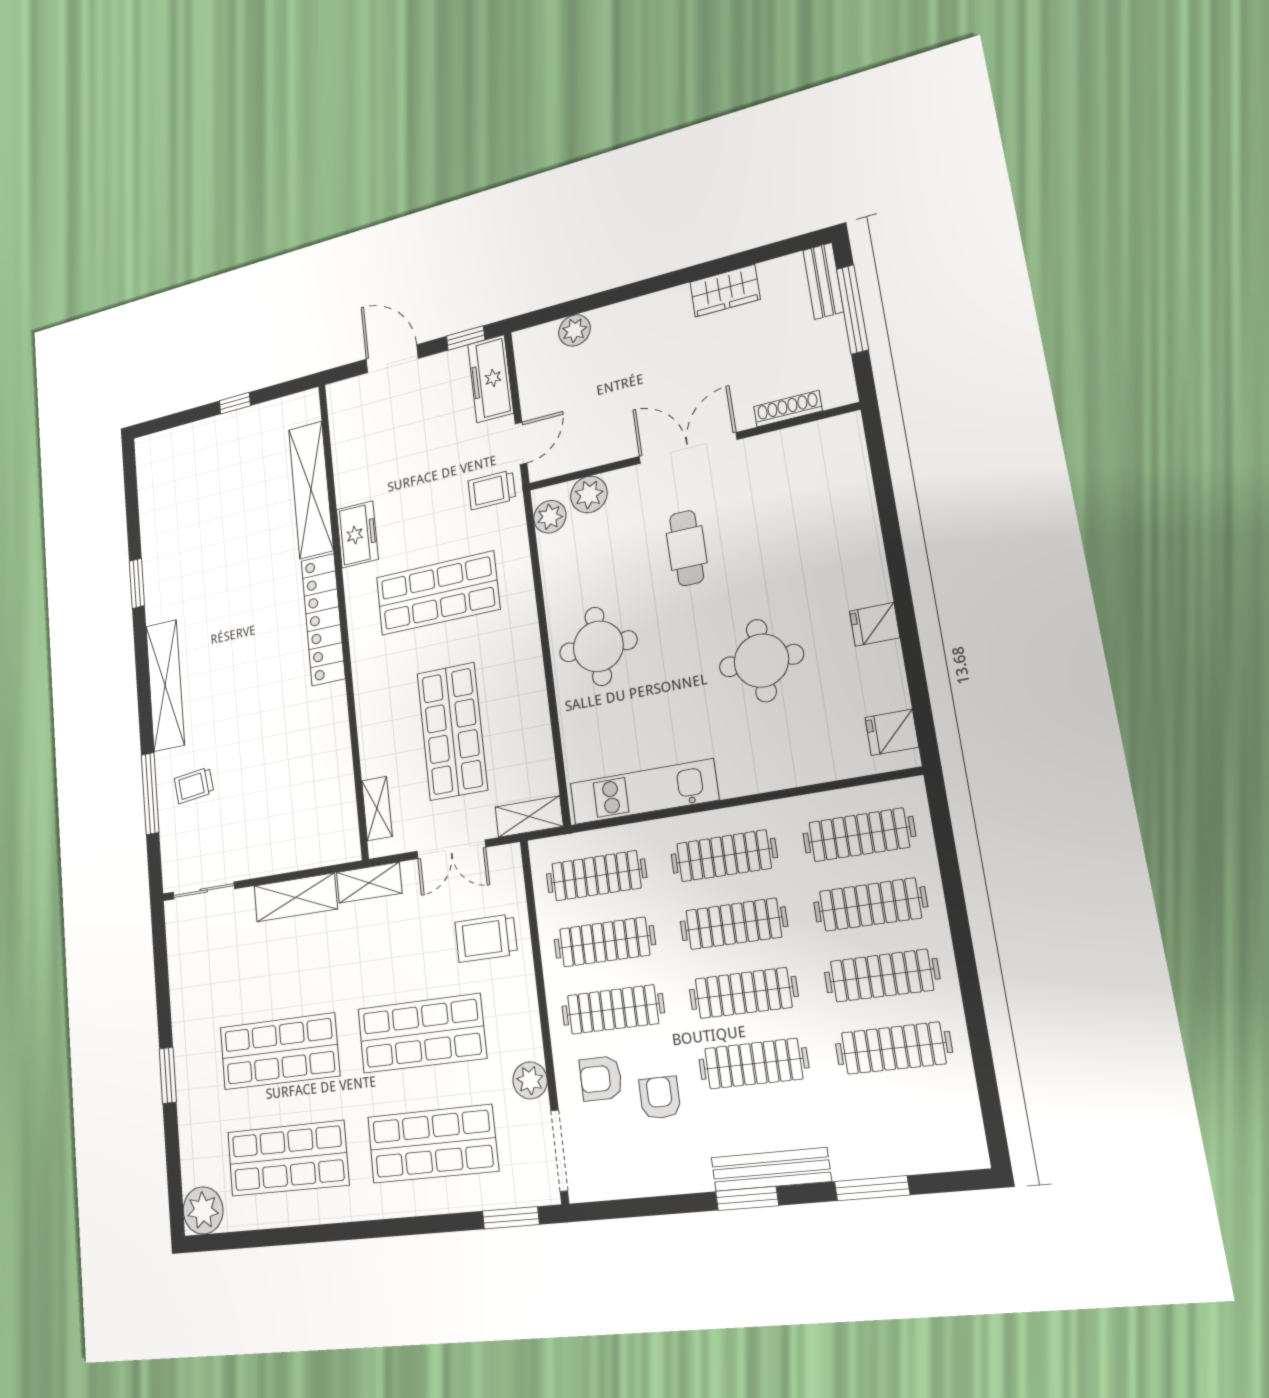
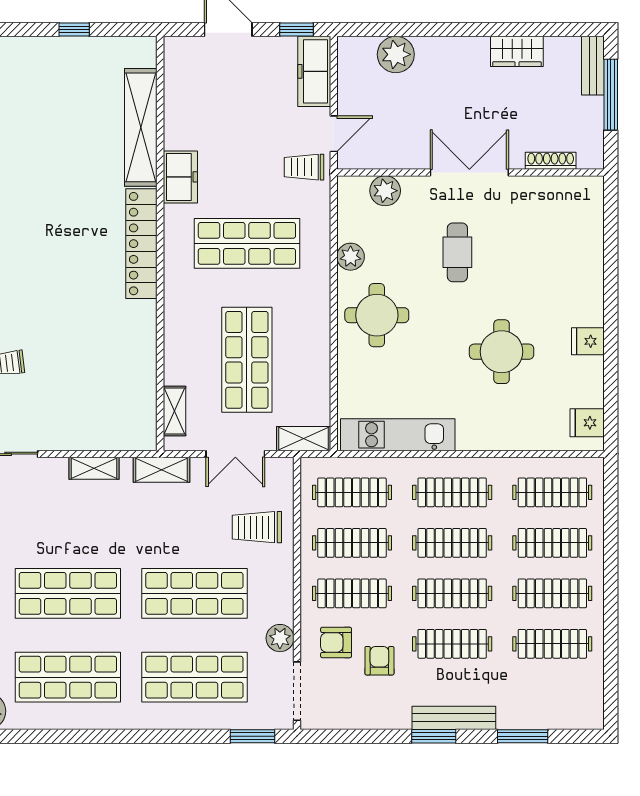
plant: (574, 330) -> (396, 54), width x1.36, depth x1.36
plant: (550, 517) -> (351, 257), moved
shelving: (295, 897) -> (94, 468), width x0.67, depth x0.75

